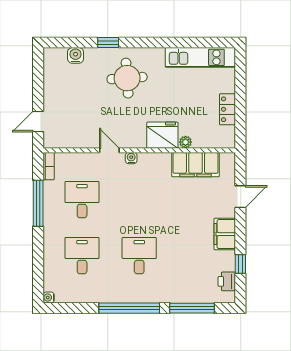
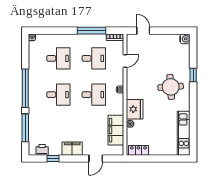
water cooler: (76, 55) -> (185, 39), moved
locker: (227, 109) -> (138, 150), moved
door: (109, 150) -> (125, 61), moved
door: (240, 197) -> (96, 158), hinge flipped
desk: (139, 200) -> (94, 95), added

